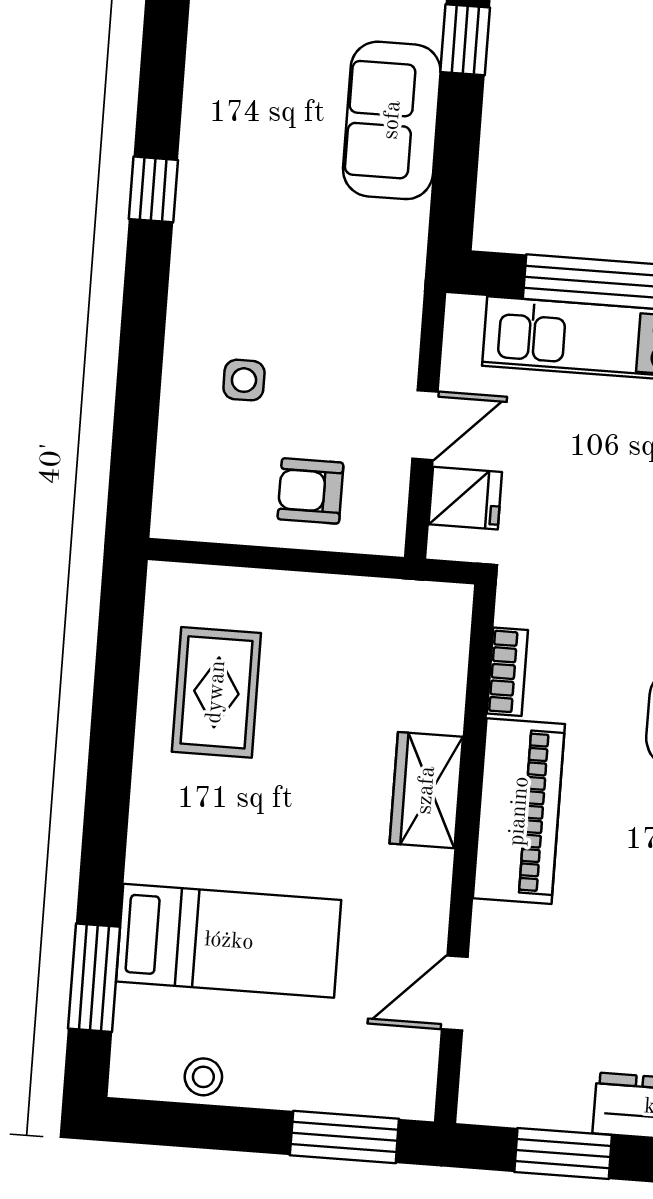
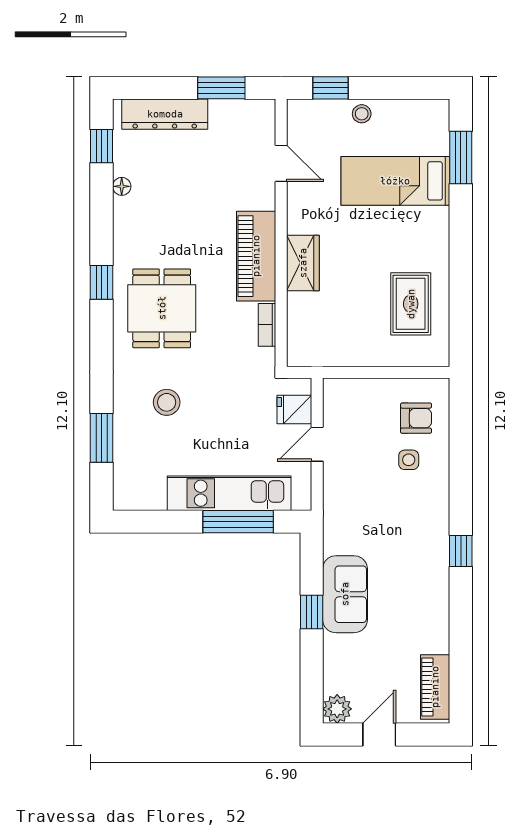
window: (465, 40) -> (312, 612), moved
armchair: (310, 491) -> (416, 418), moved
door: (455, 993) -> (281, 163), hinge flipped
stool: (203, 1077) -> (362, 114), moved
window: (344, 1137) -> (331, 88), width x0.67

